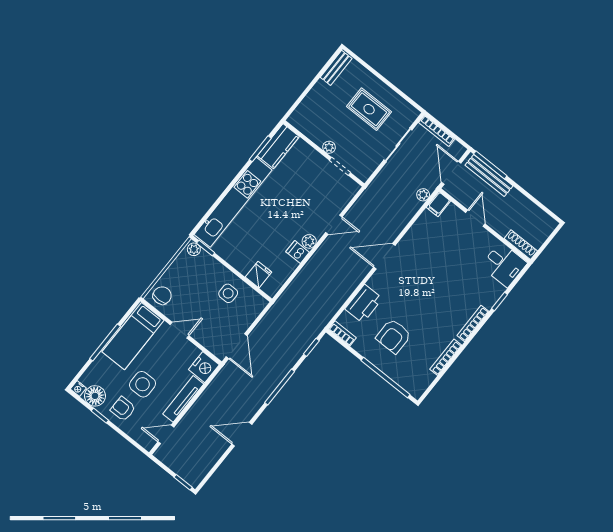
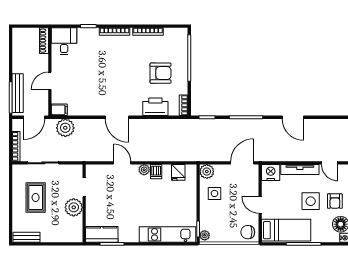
plant: (329, 147) -> (74, 207), width x1.88, depth x1.88
plant: (423, 195) -> (65, 128), width x1.87, depth x1.87
kitchen unit: (233, 202) -> (167, 234), width x0.73
fridge: (258, 275) -> (178, 172), moved, turned -90
plant: (257, 303) -> (207, 172), added

